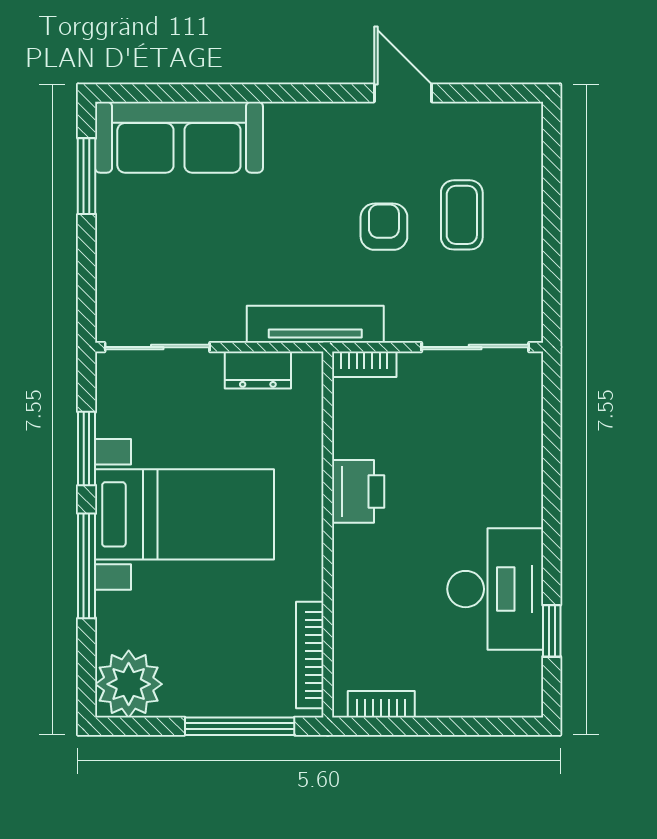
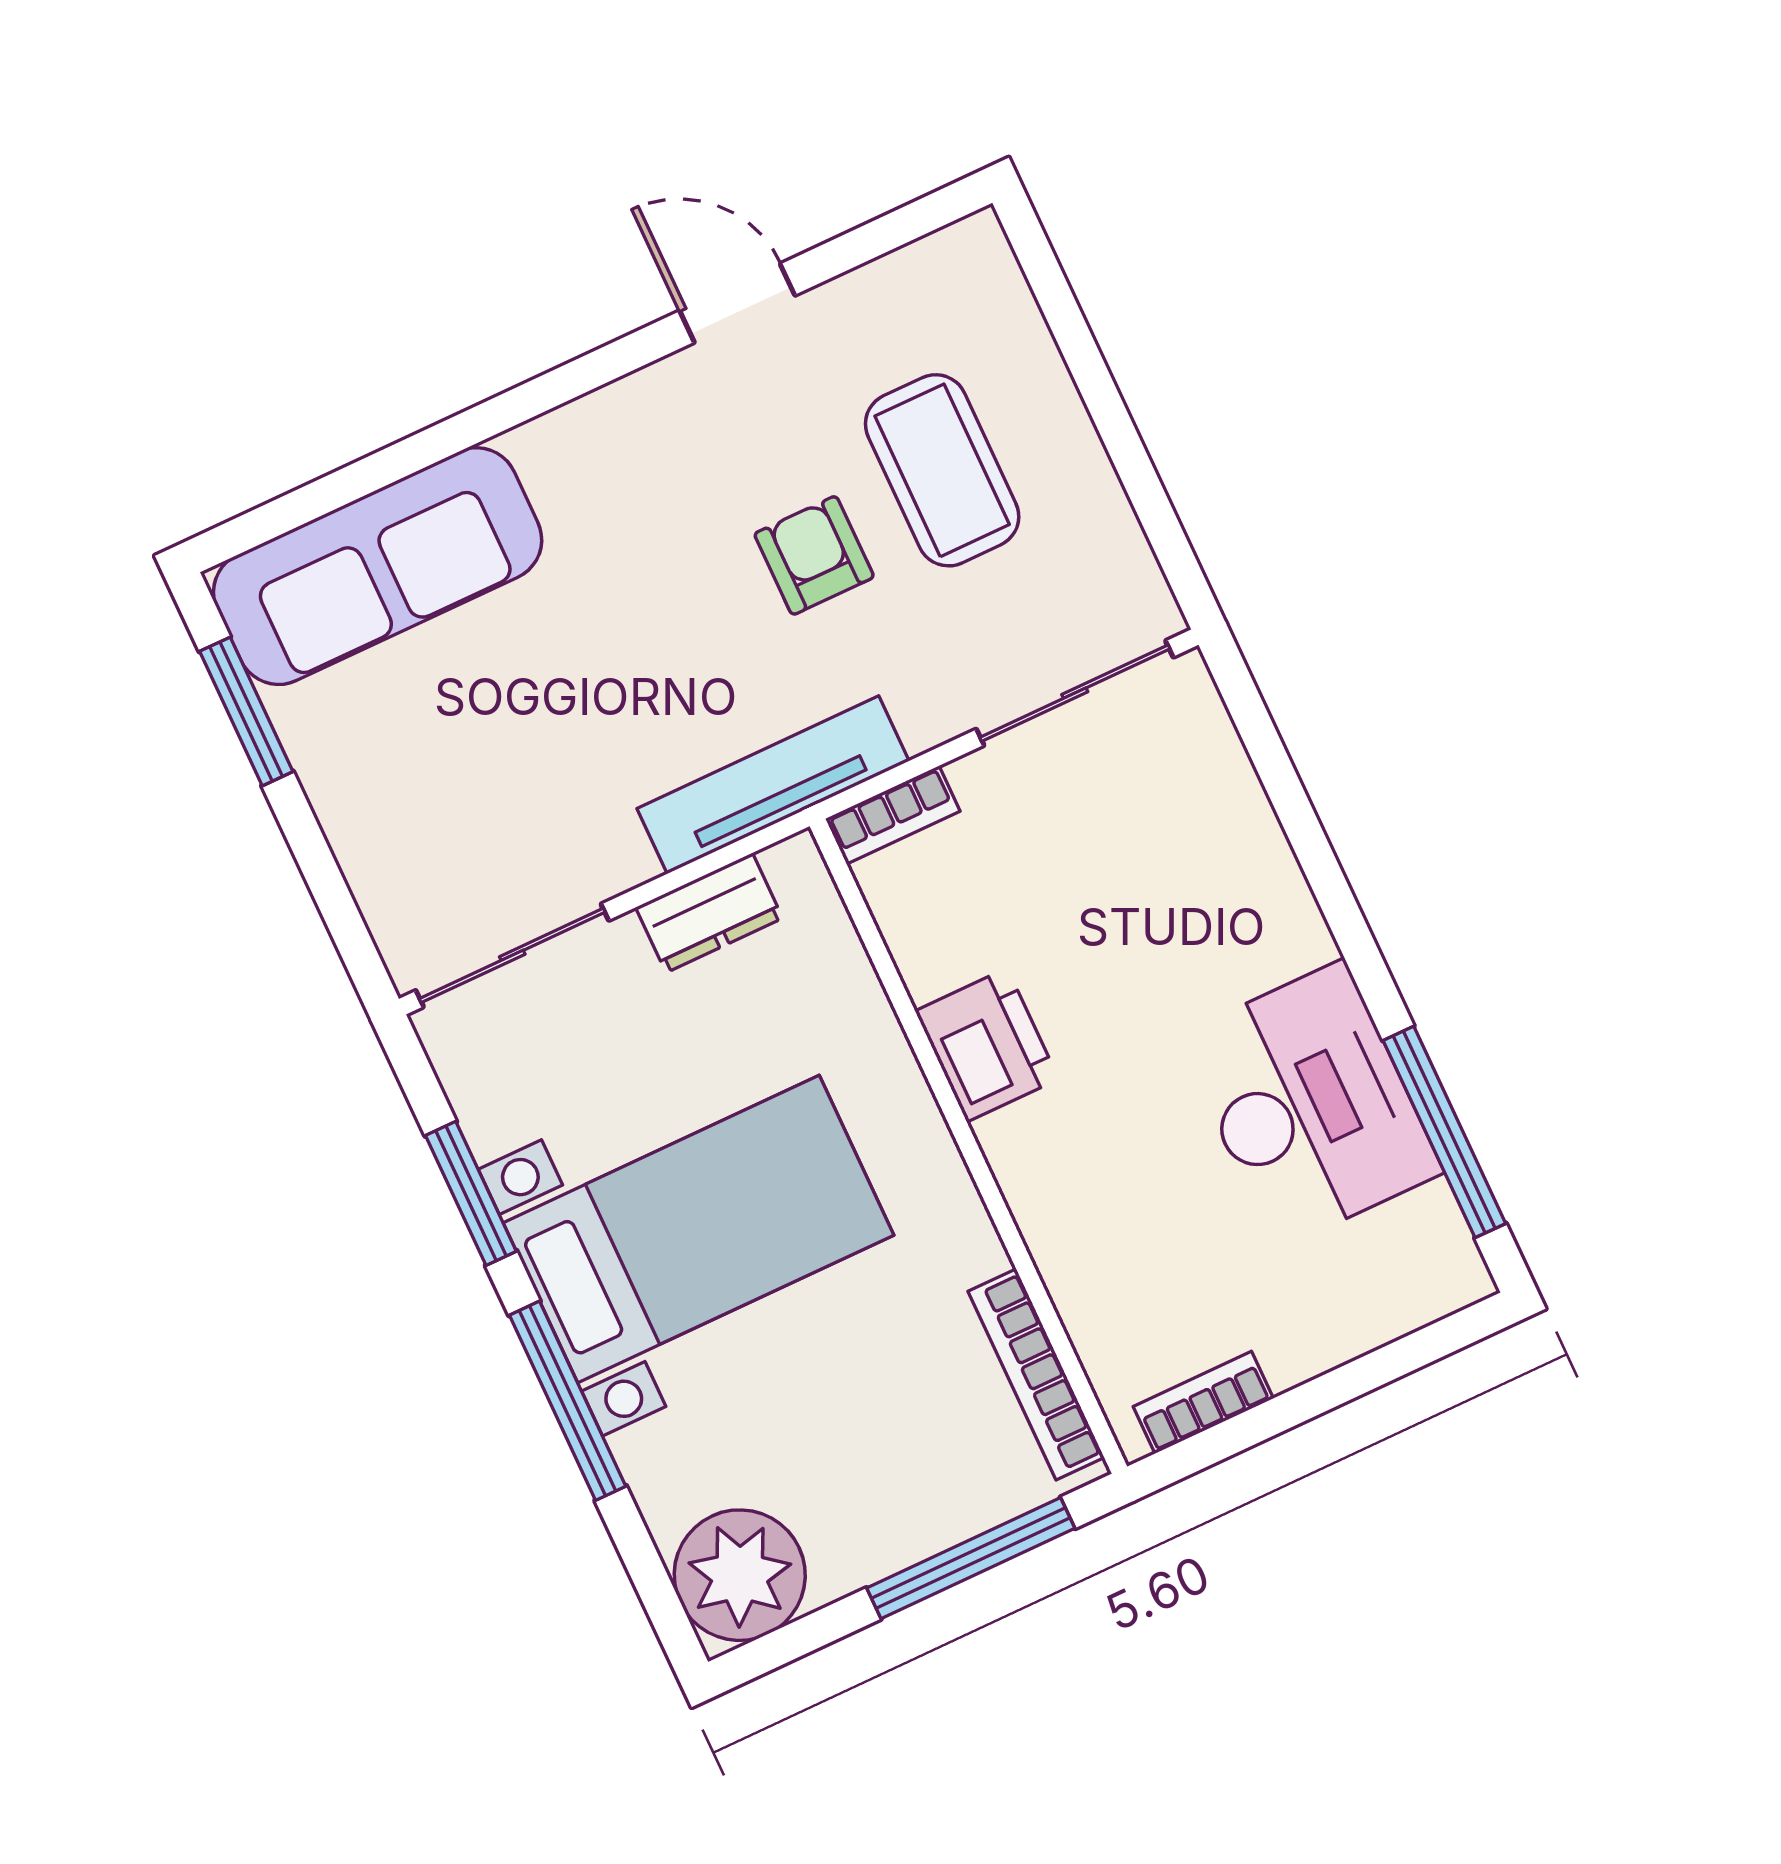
coffee table: (462, 215) -> (942, 470), width x1.36, depth x1.30
window: (552, 631) -> (1444, 1132), width x2.17

